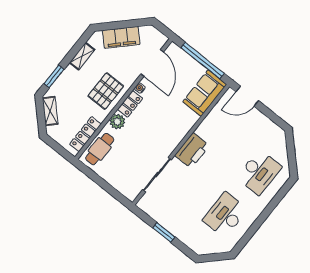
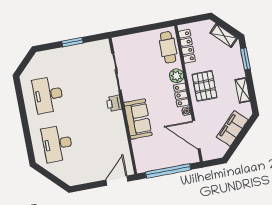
sofa: (205, 93) -> (138, 119), moved
printer: (192, 150) -> (114, 103), width x0.53, depth x0.68
desk: (225, 215) -> (48, 95), turned 180

